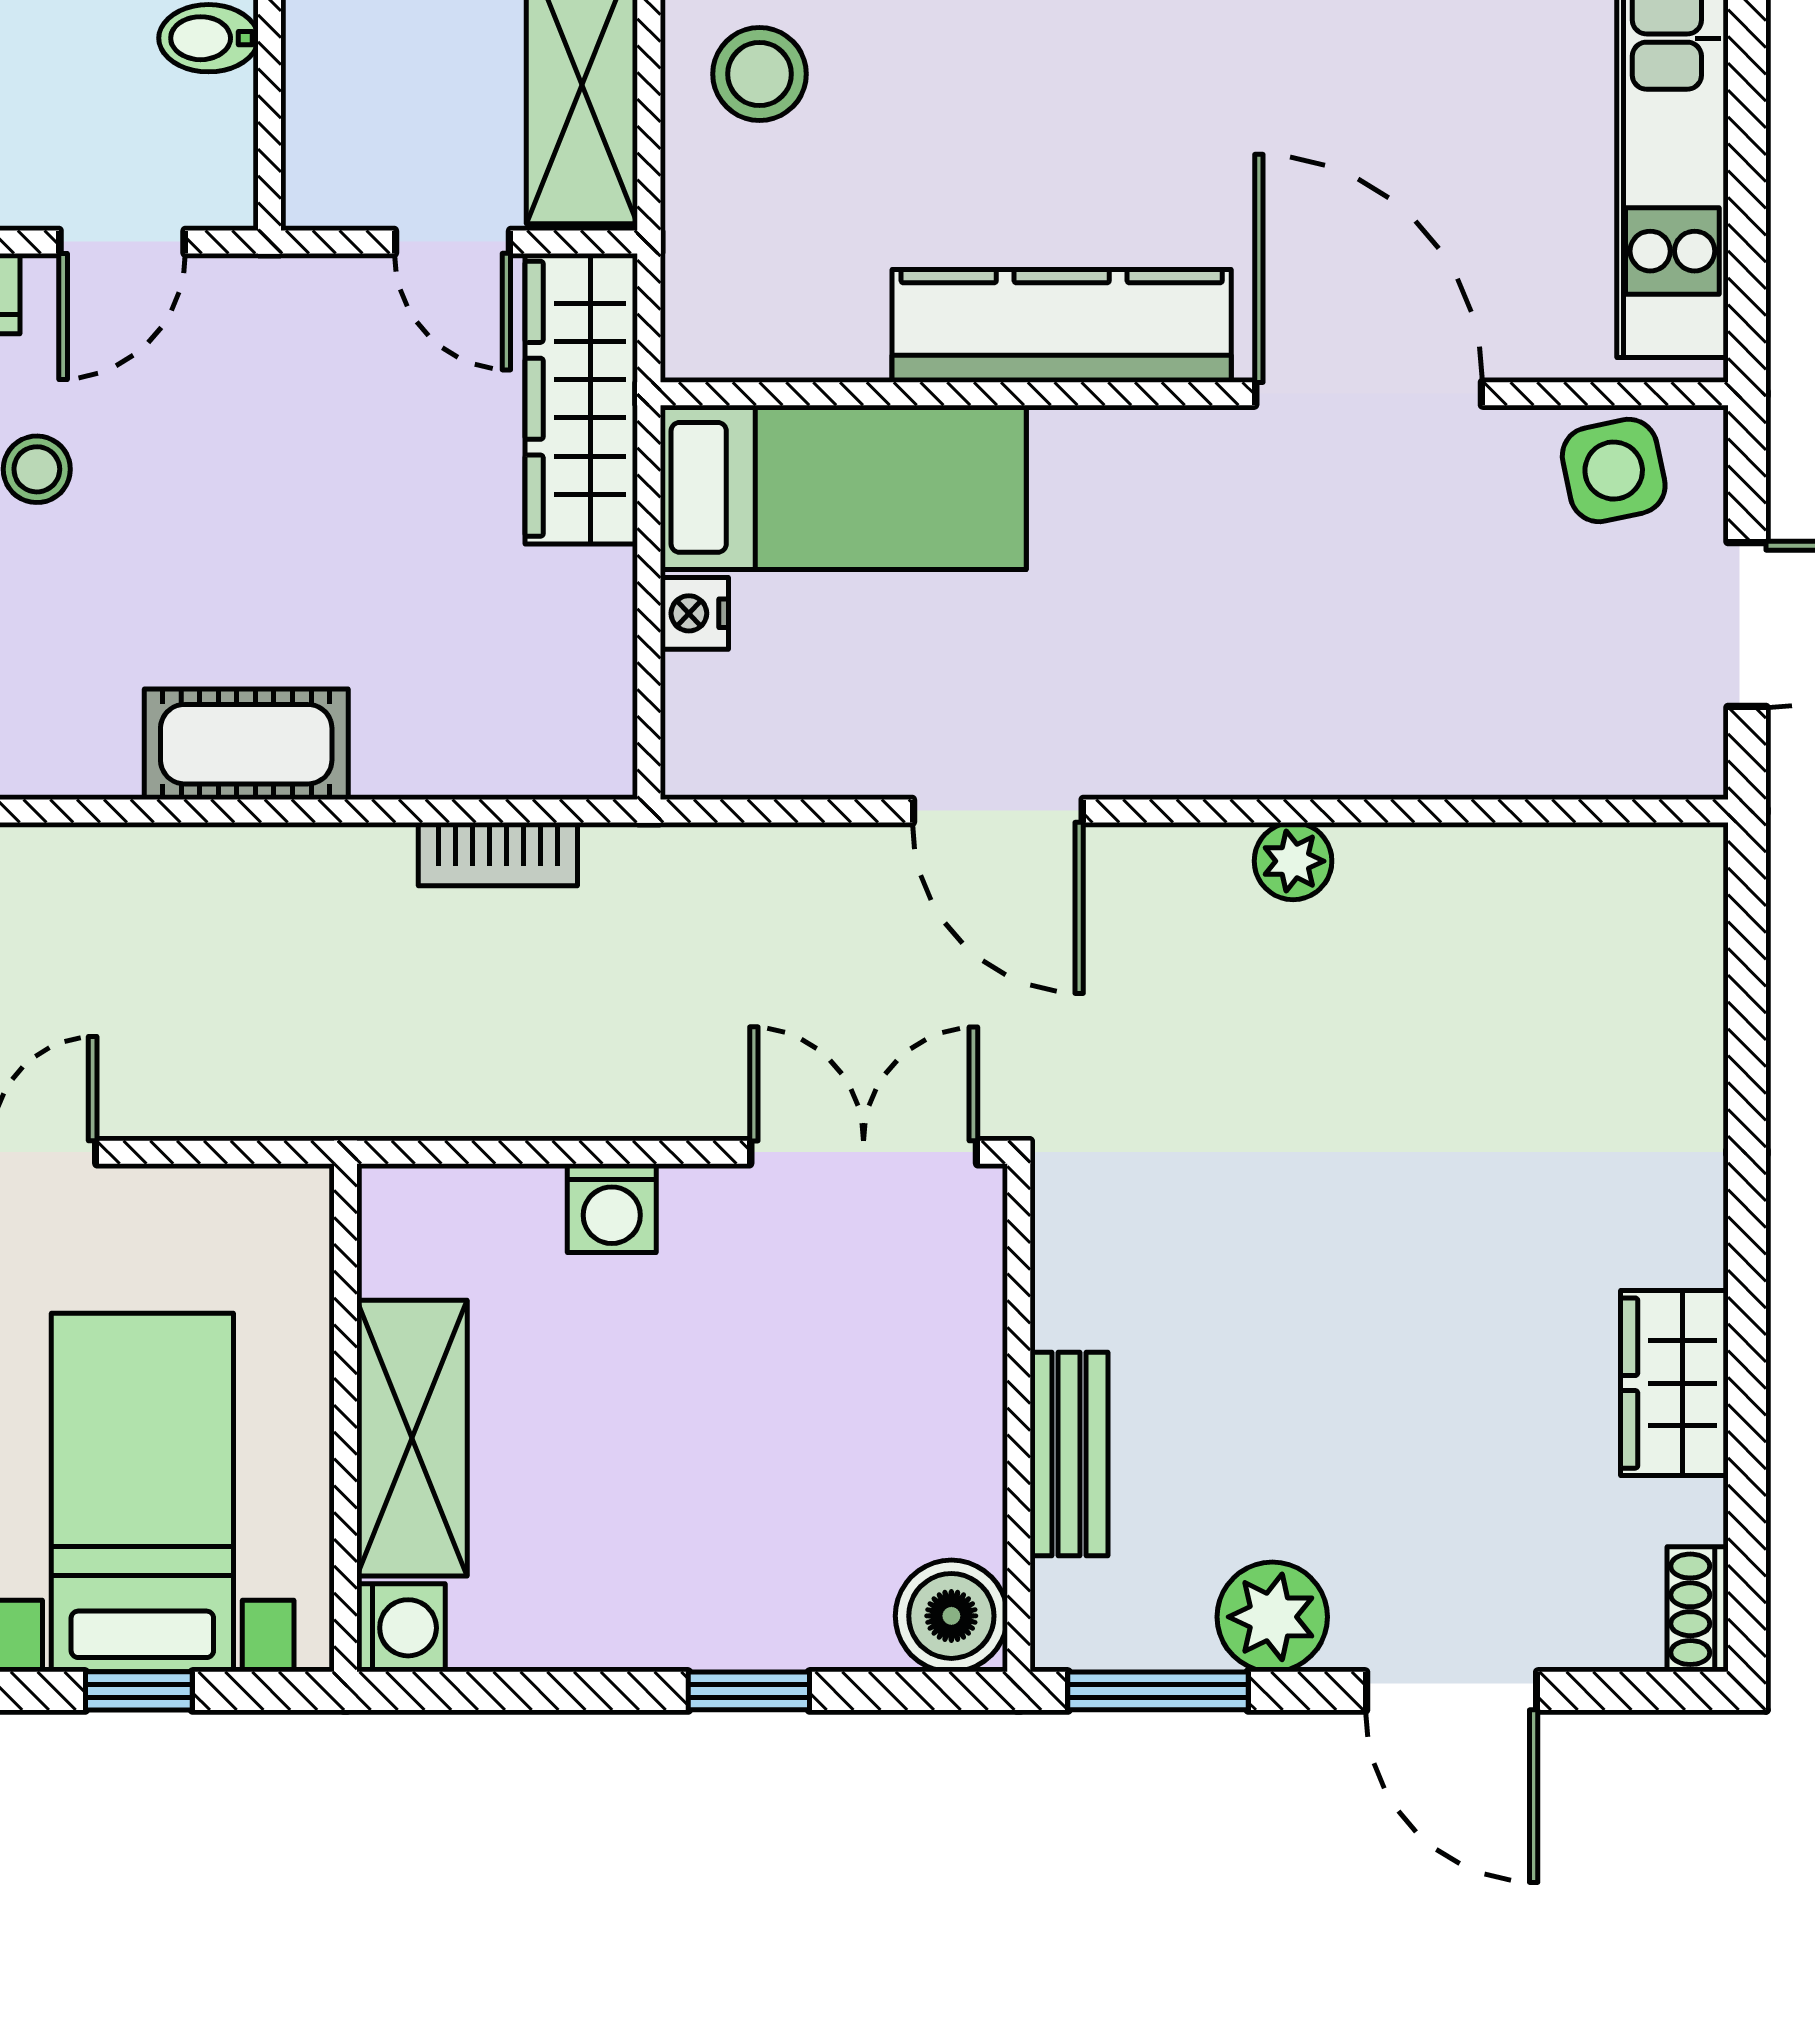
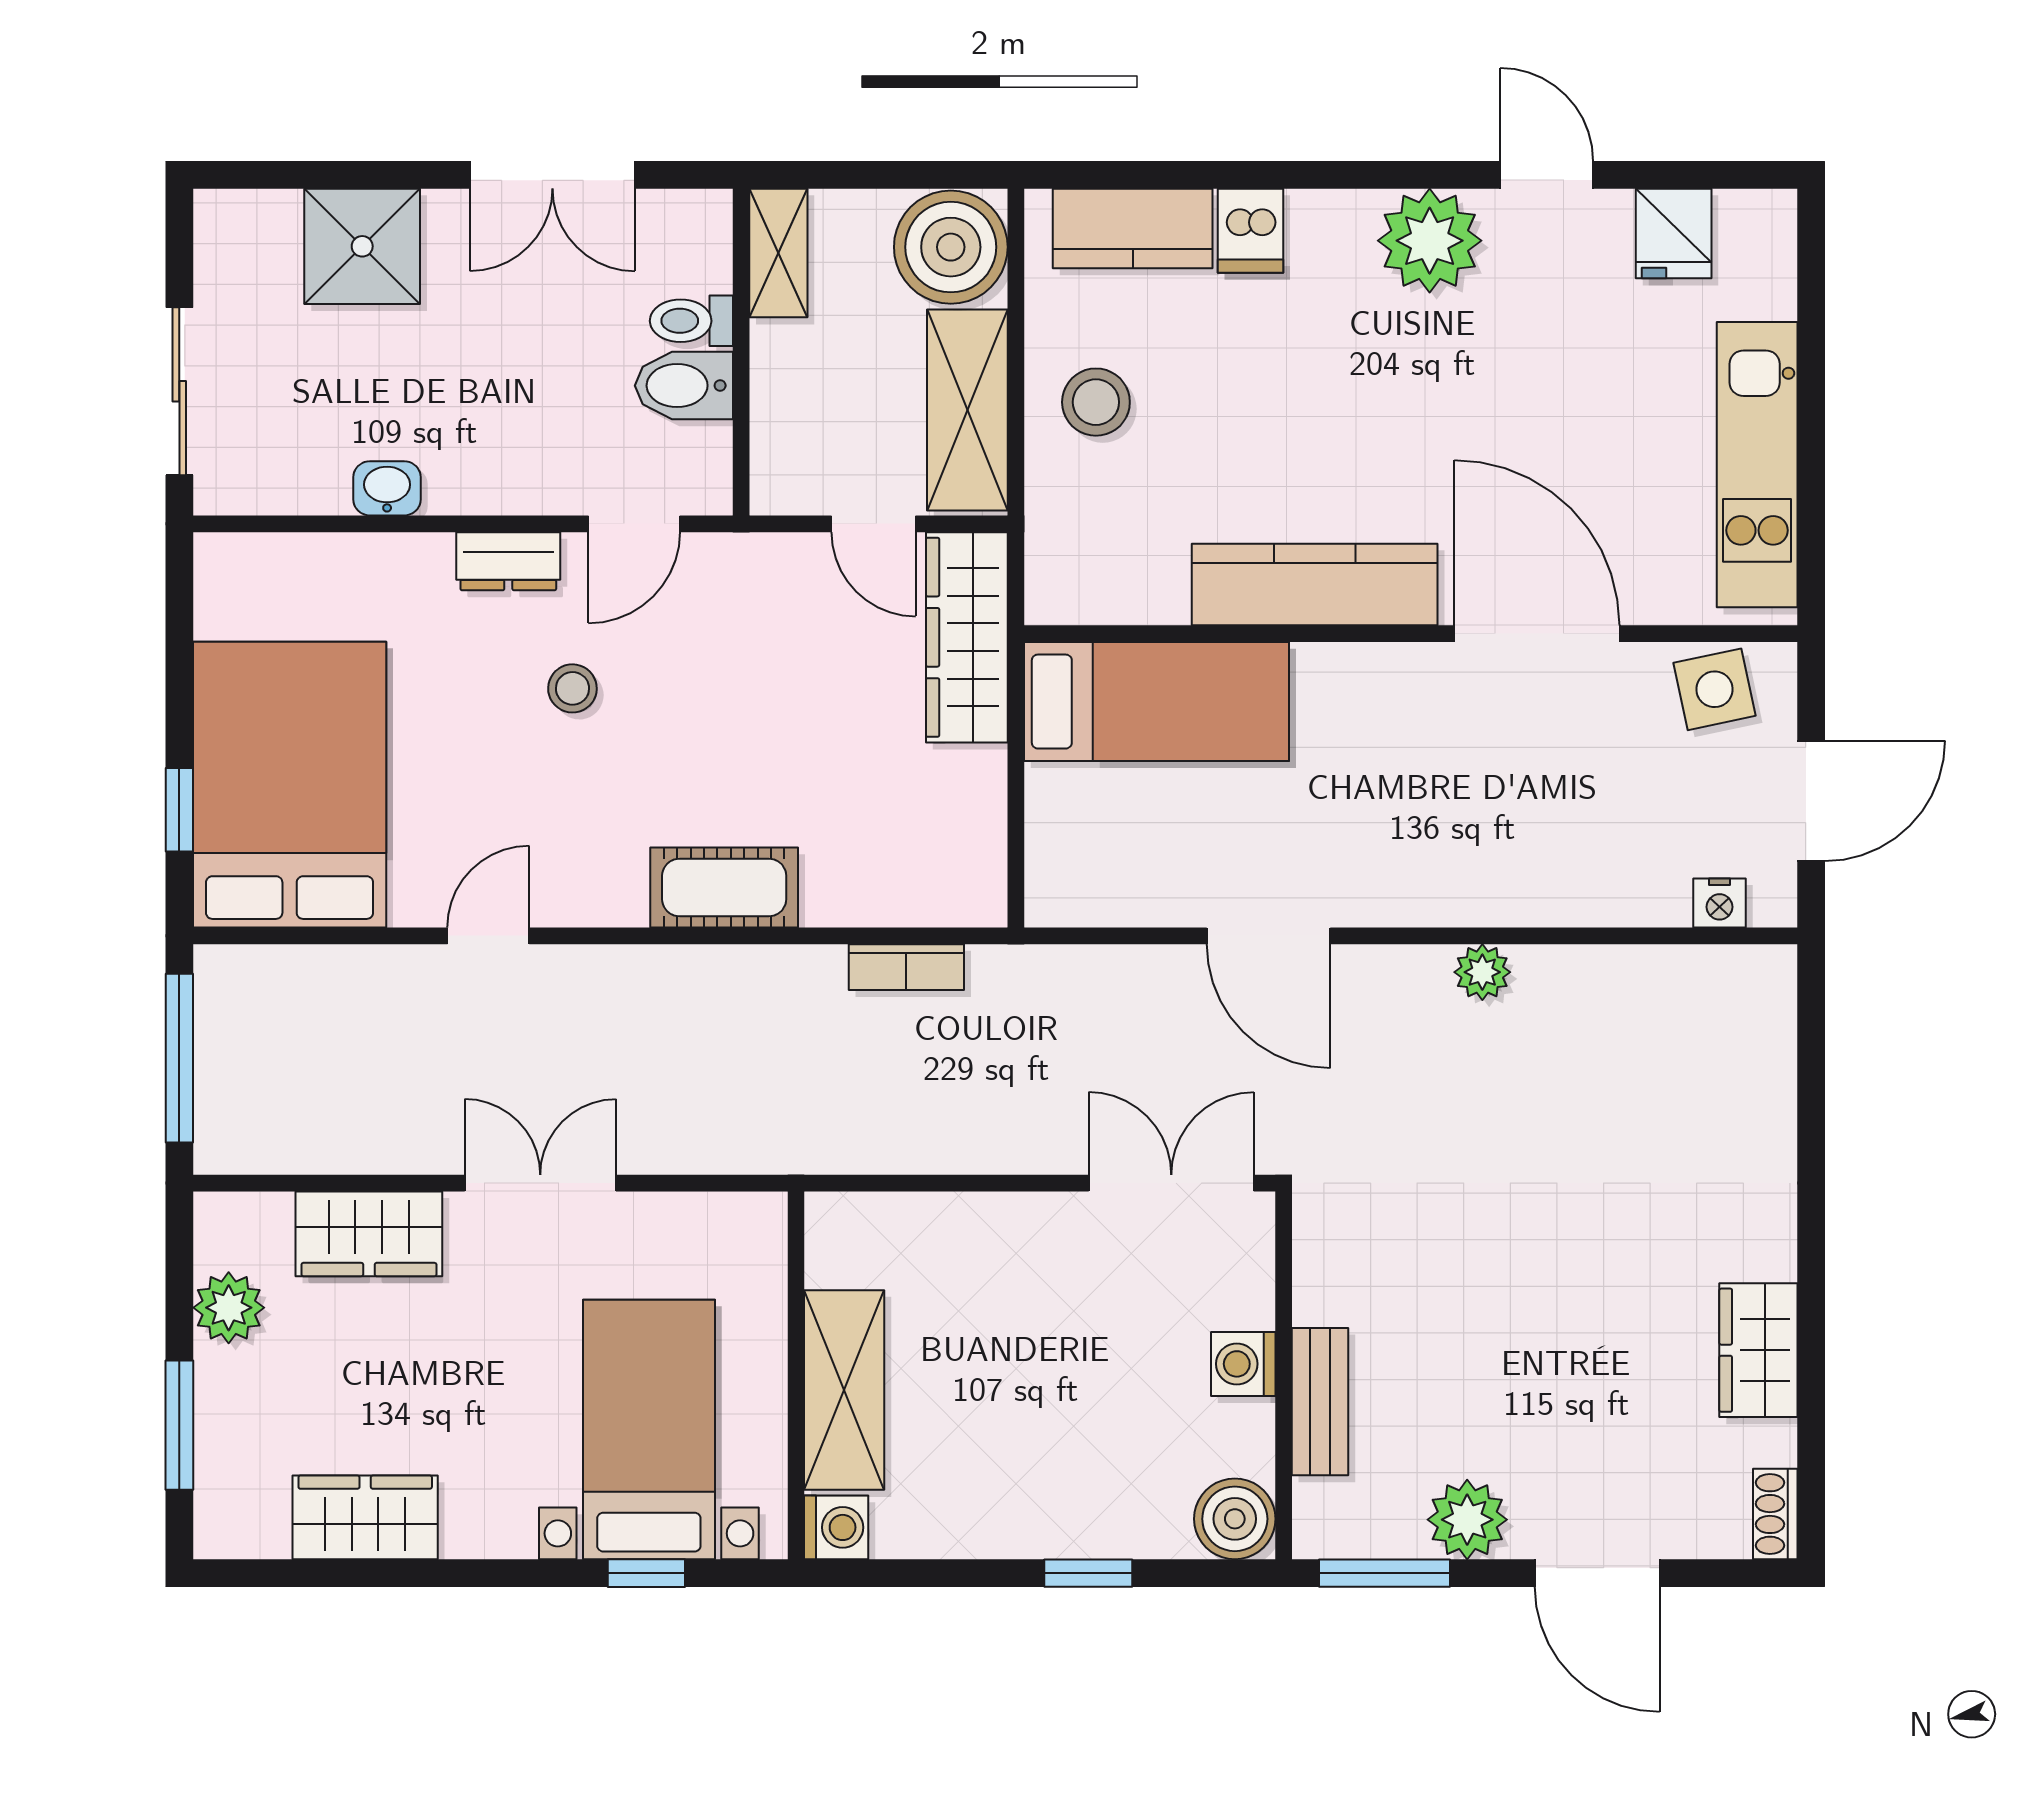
bidet: (209, 38) -> (684, 386), width x1.38, depth x1.36
nightstand: (694, 613) -> (1720, 903), moved, turned -90
washing machine: (612, 1208) -> (1243, 1364), moved, turned 90

